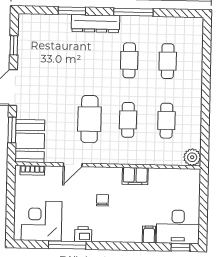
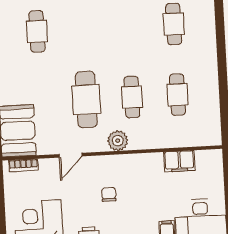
cafe table: (129, 60) -> (37, 31), moved
plant: (192, 157) -> (118, 141), moved
filing cabinet: (135, 176) -> (179, 161), moved

